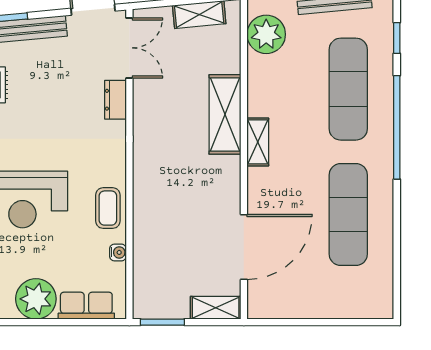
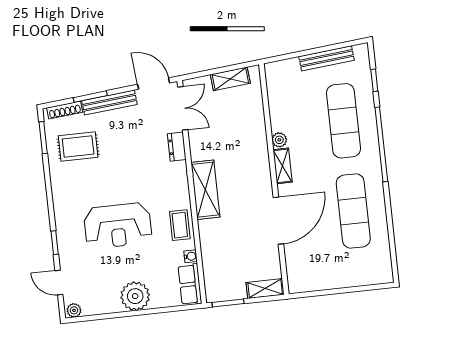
plant: (266, 34) -> (279, 140), moved, width x0.53, depth x0.53
shelving: (225, 114) -> (205, 190), moved
door: (244, 247) -> (278, 221), moved
row of seats: (86, 306) -> (190, 284), moved, turned -90

